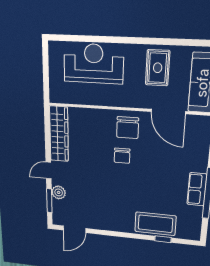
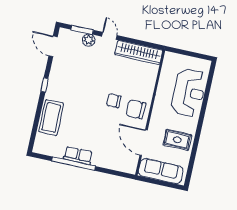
door: (168, 112) -> (144, 143), hinge flipped
window: (163, 239) -> (44, 85), moved

